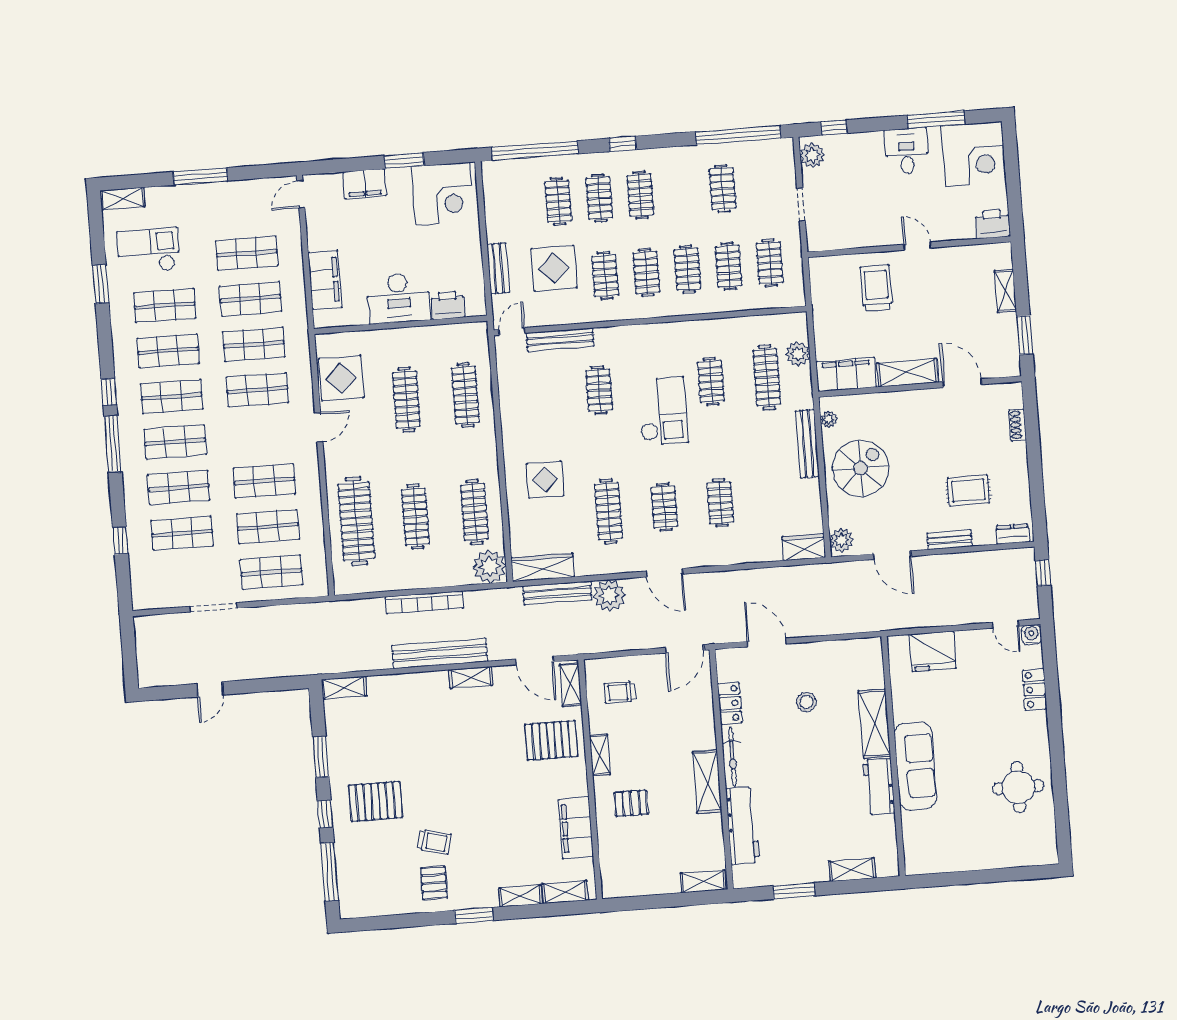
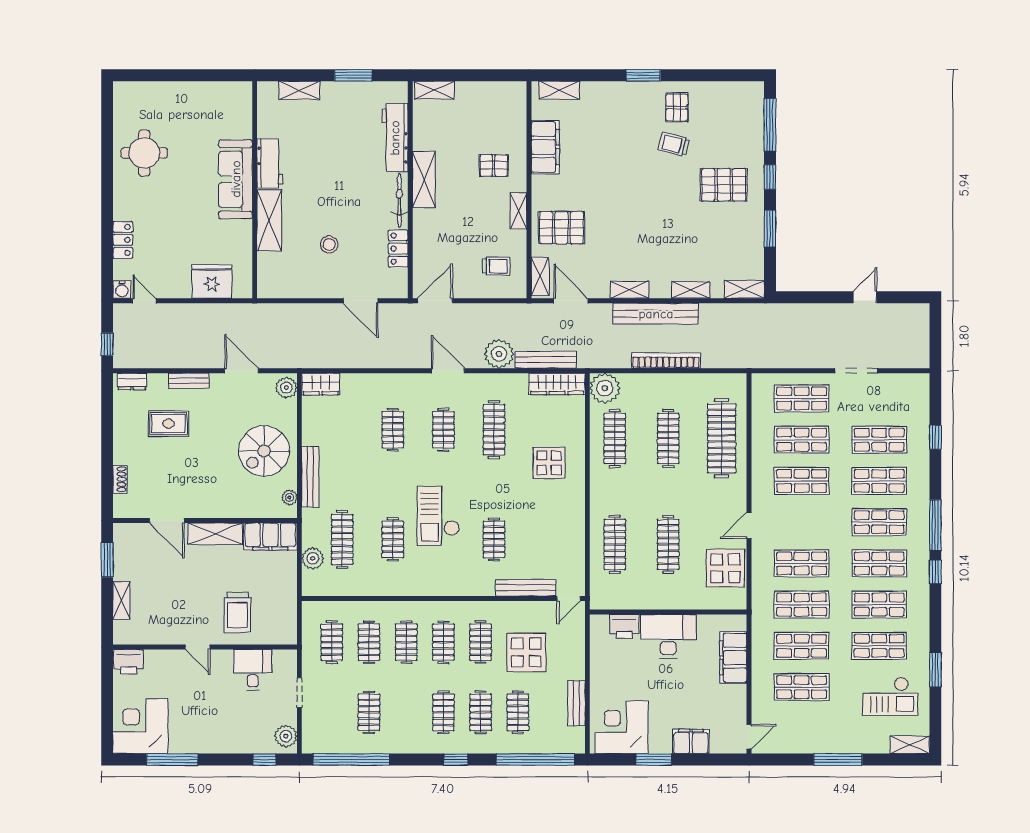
desk: (907, 151) -> (253, 670), moved, turned 180
bench: (498, 268) -> (576, 703), moved
shelving: (520, 896) -> (691, 290), moved

